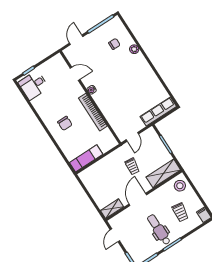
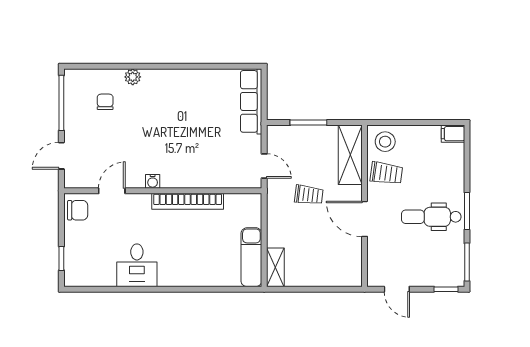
door: (76, 40) -> (61, 156), hinge flipped
desk: (33, 85) -> (137, 265), moved
chair: (65, 123) -> (78, 210), moved
shelving: (112, 209) -> (275, 267), moved
trolley: (180, 212) -> (386, 173), moved

